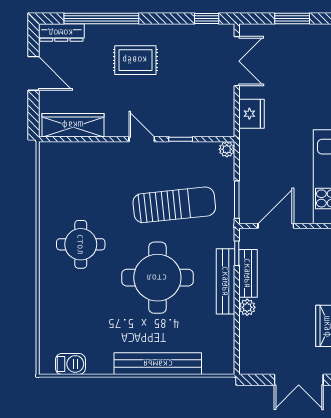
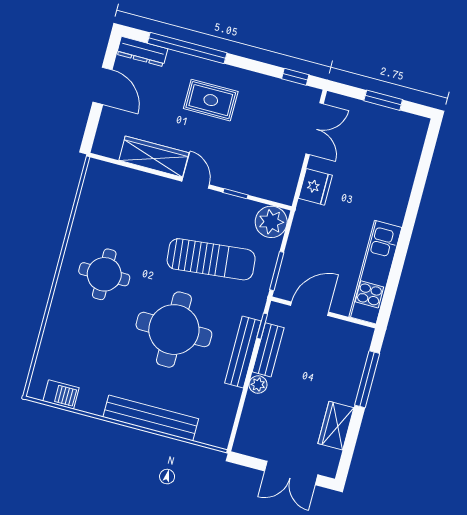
wardrobe: (73, 125) -> (154, 157), moved
plant: (227, 149) -> (271, 222), width x1.88, depth x1.88

